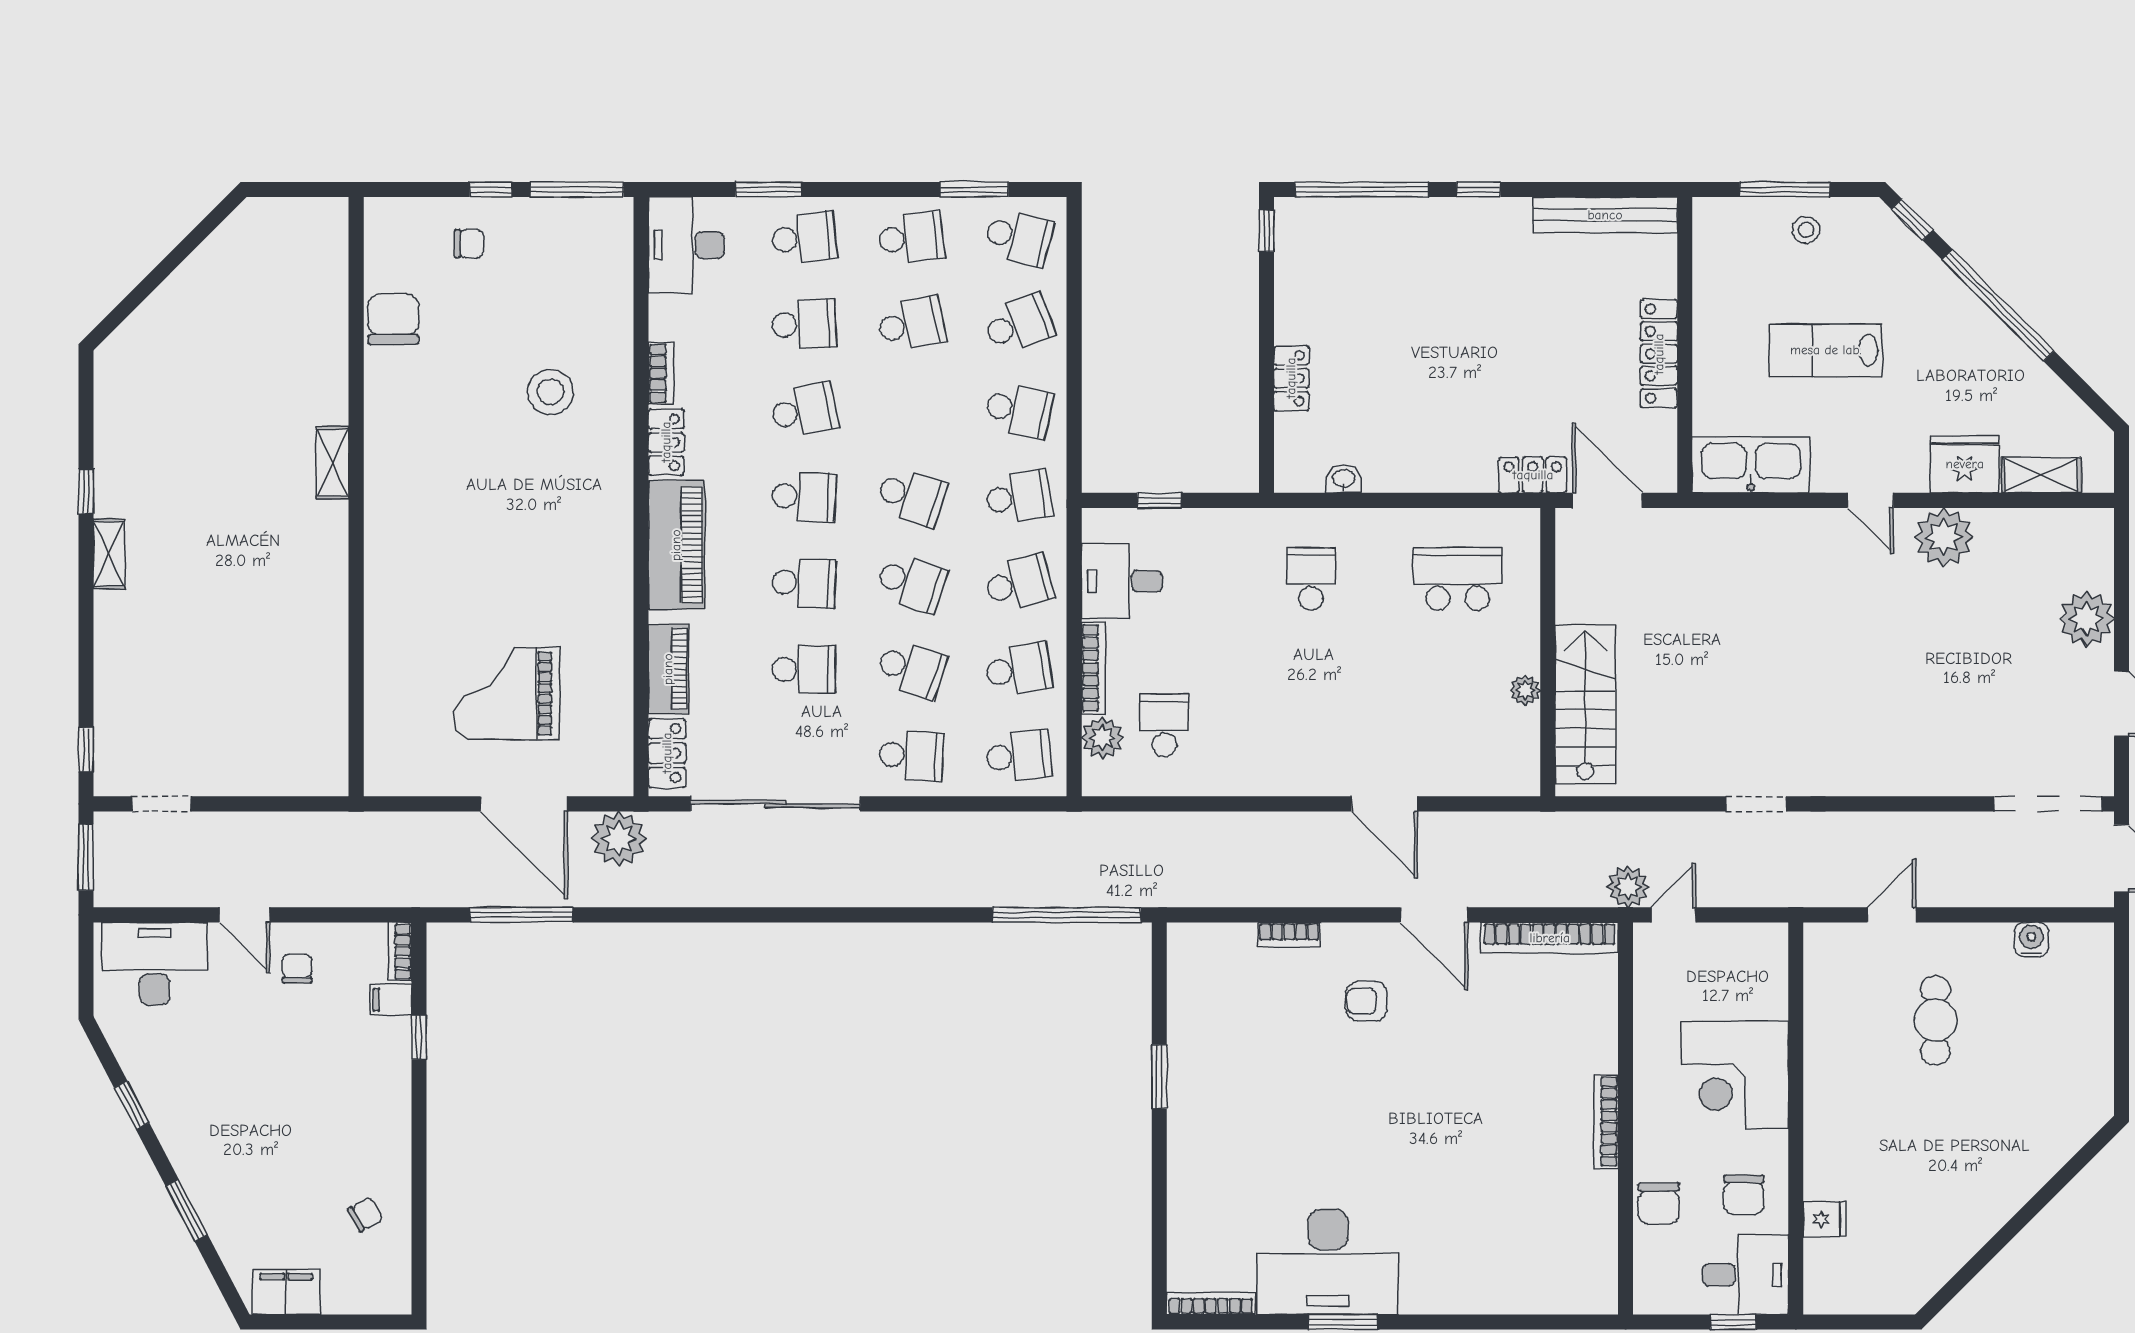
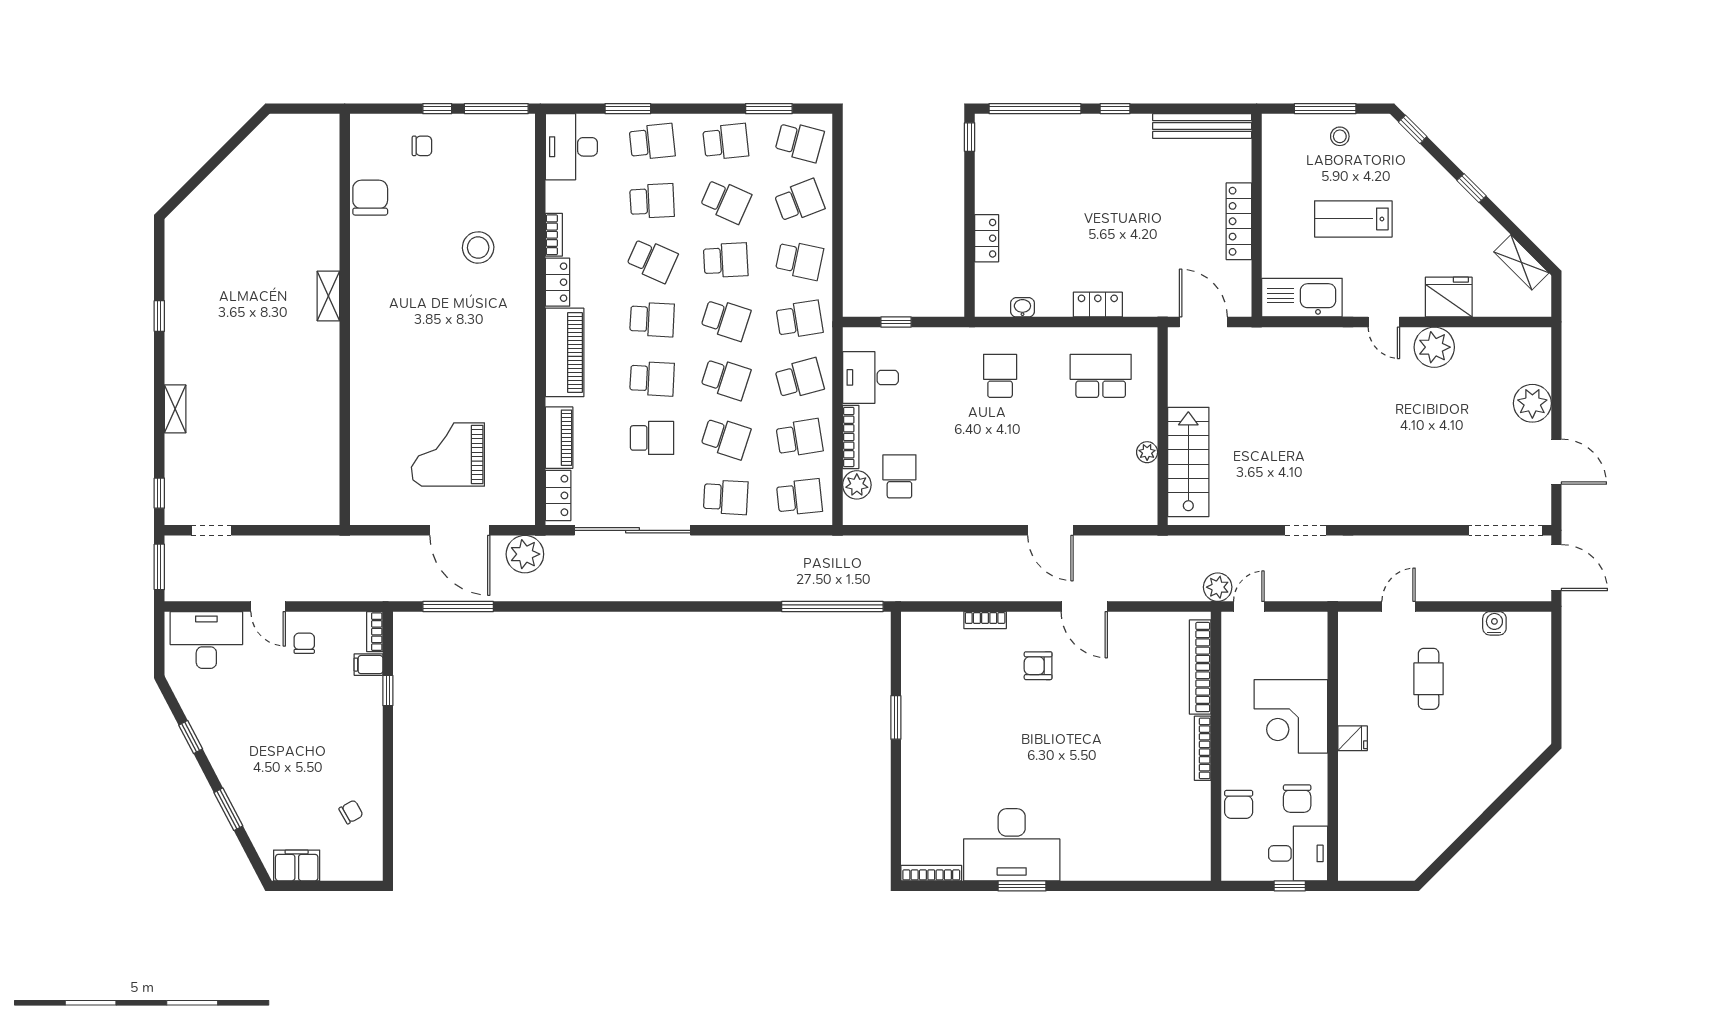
window: (1998, 305) -> (1472, 188), width x0.32
school desk: (911, 324) -> (726, 201), turned 36
school desk: (804, 410) -> (652, 260), turned 36
school desk: (911, 410) -> (726, 260), added
locker: (1533, 475) -> (1098, 305), moved
shelving: (2041, 475) -> (1521, 262), moved, turned 45
shelving: (109, 554) -> (175, 409), moved
bookcase: (1550, 938) -> (1200, 667), moved, turned 90
fridge: (1825, 1219) -> (1353, 738), moved

